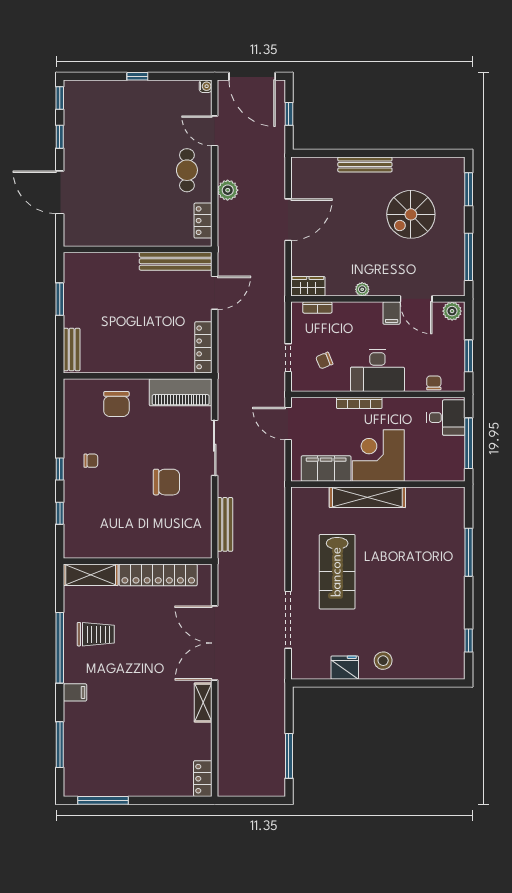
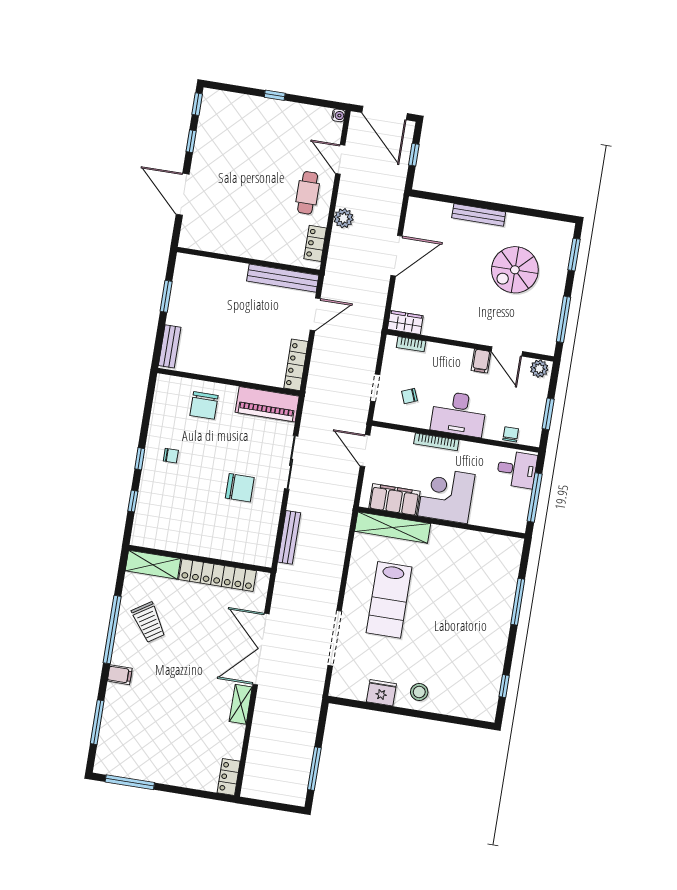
plant: (362, 289) -> (457, 334), removed
shelving: (367, 497) -> (393, 527), moved
trolley: (96, 634) -> (149, 622), turned 57

